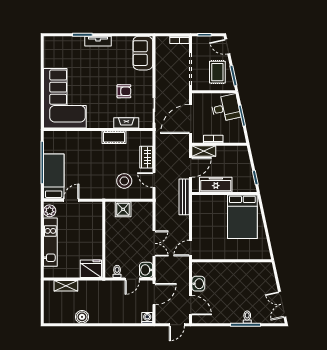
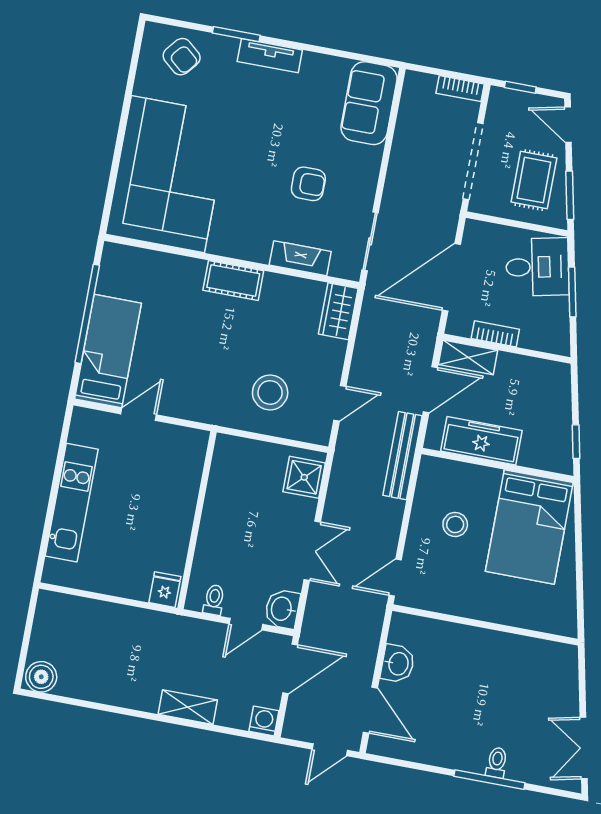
armchair: (61, 48) -> (182, 57), added
cot: (114, 137) -> (233, 280), moved
wardrobe: (146, 157) -> (338, 311), moved
door: (154, 180) -> (340, 403), swing flipped
shower: (123, 209) -> (304, 477), moved
plant: (50, 211) -> (83, 430), removed
stool: (211, 221) -> (455, 524), added
fridge: (91, 269) -> (165, 590), width x0.53, depth x0.75
shelving: (66, 286) -> (188, 707), moved
boiler: (82, 317) -> (41, 677), moved

